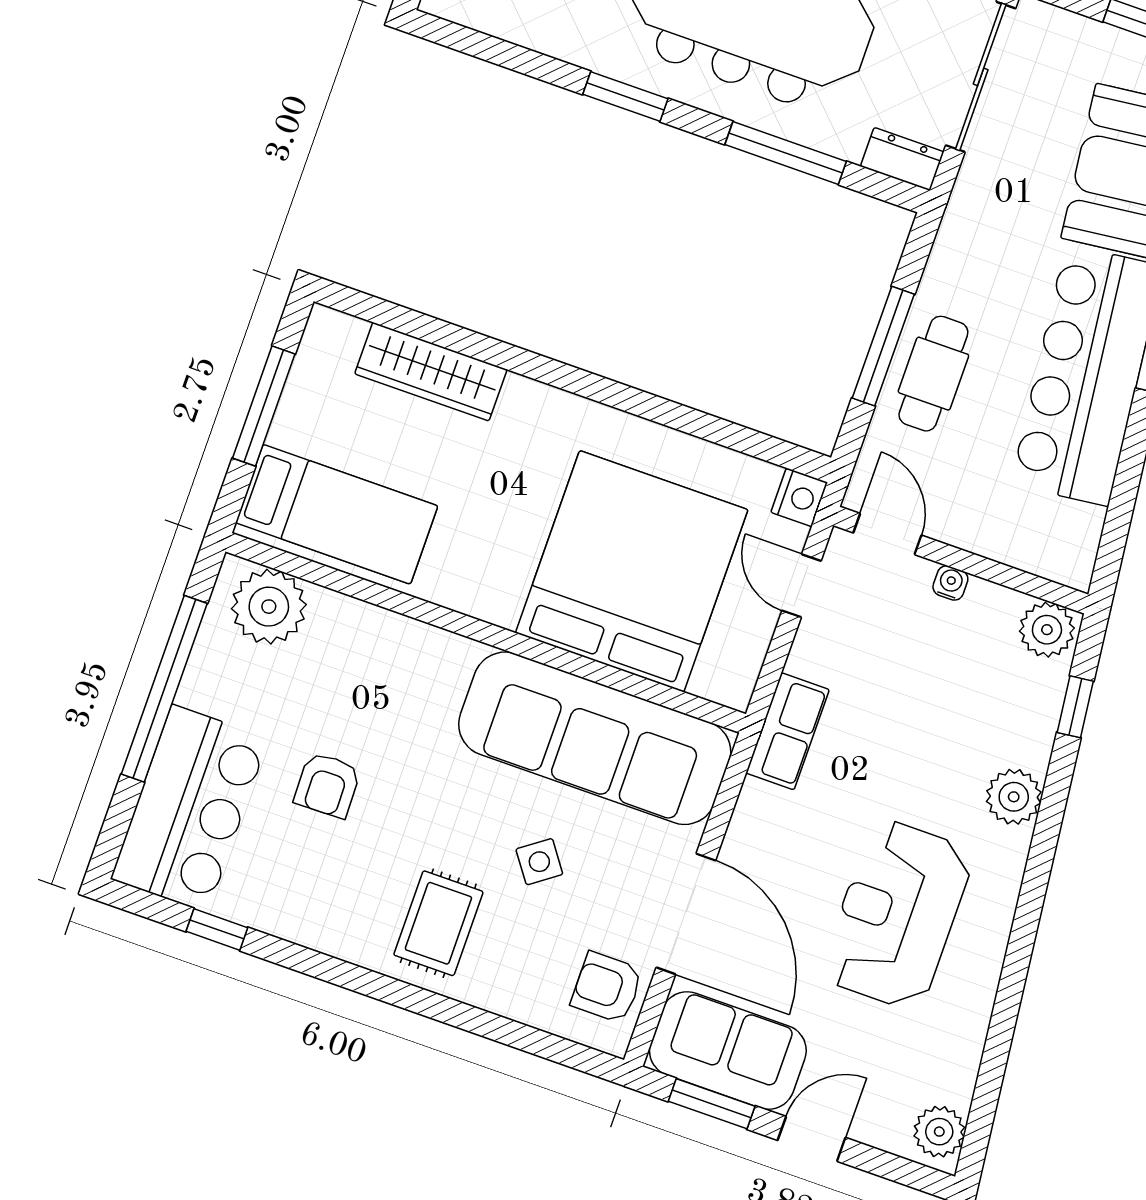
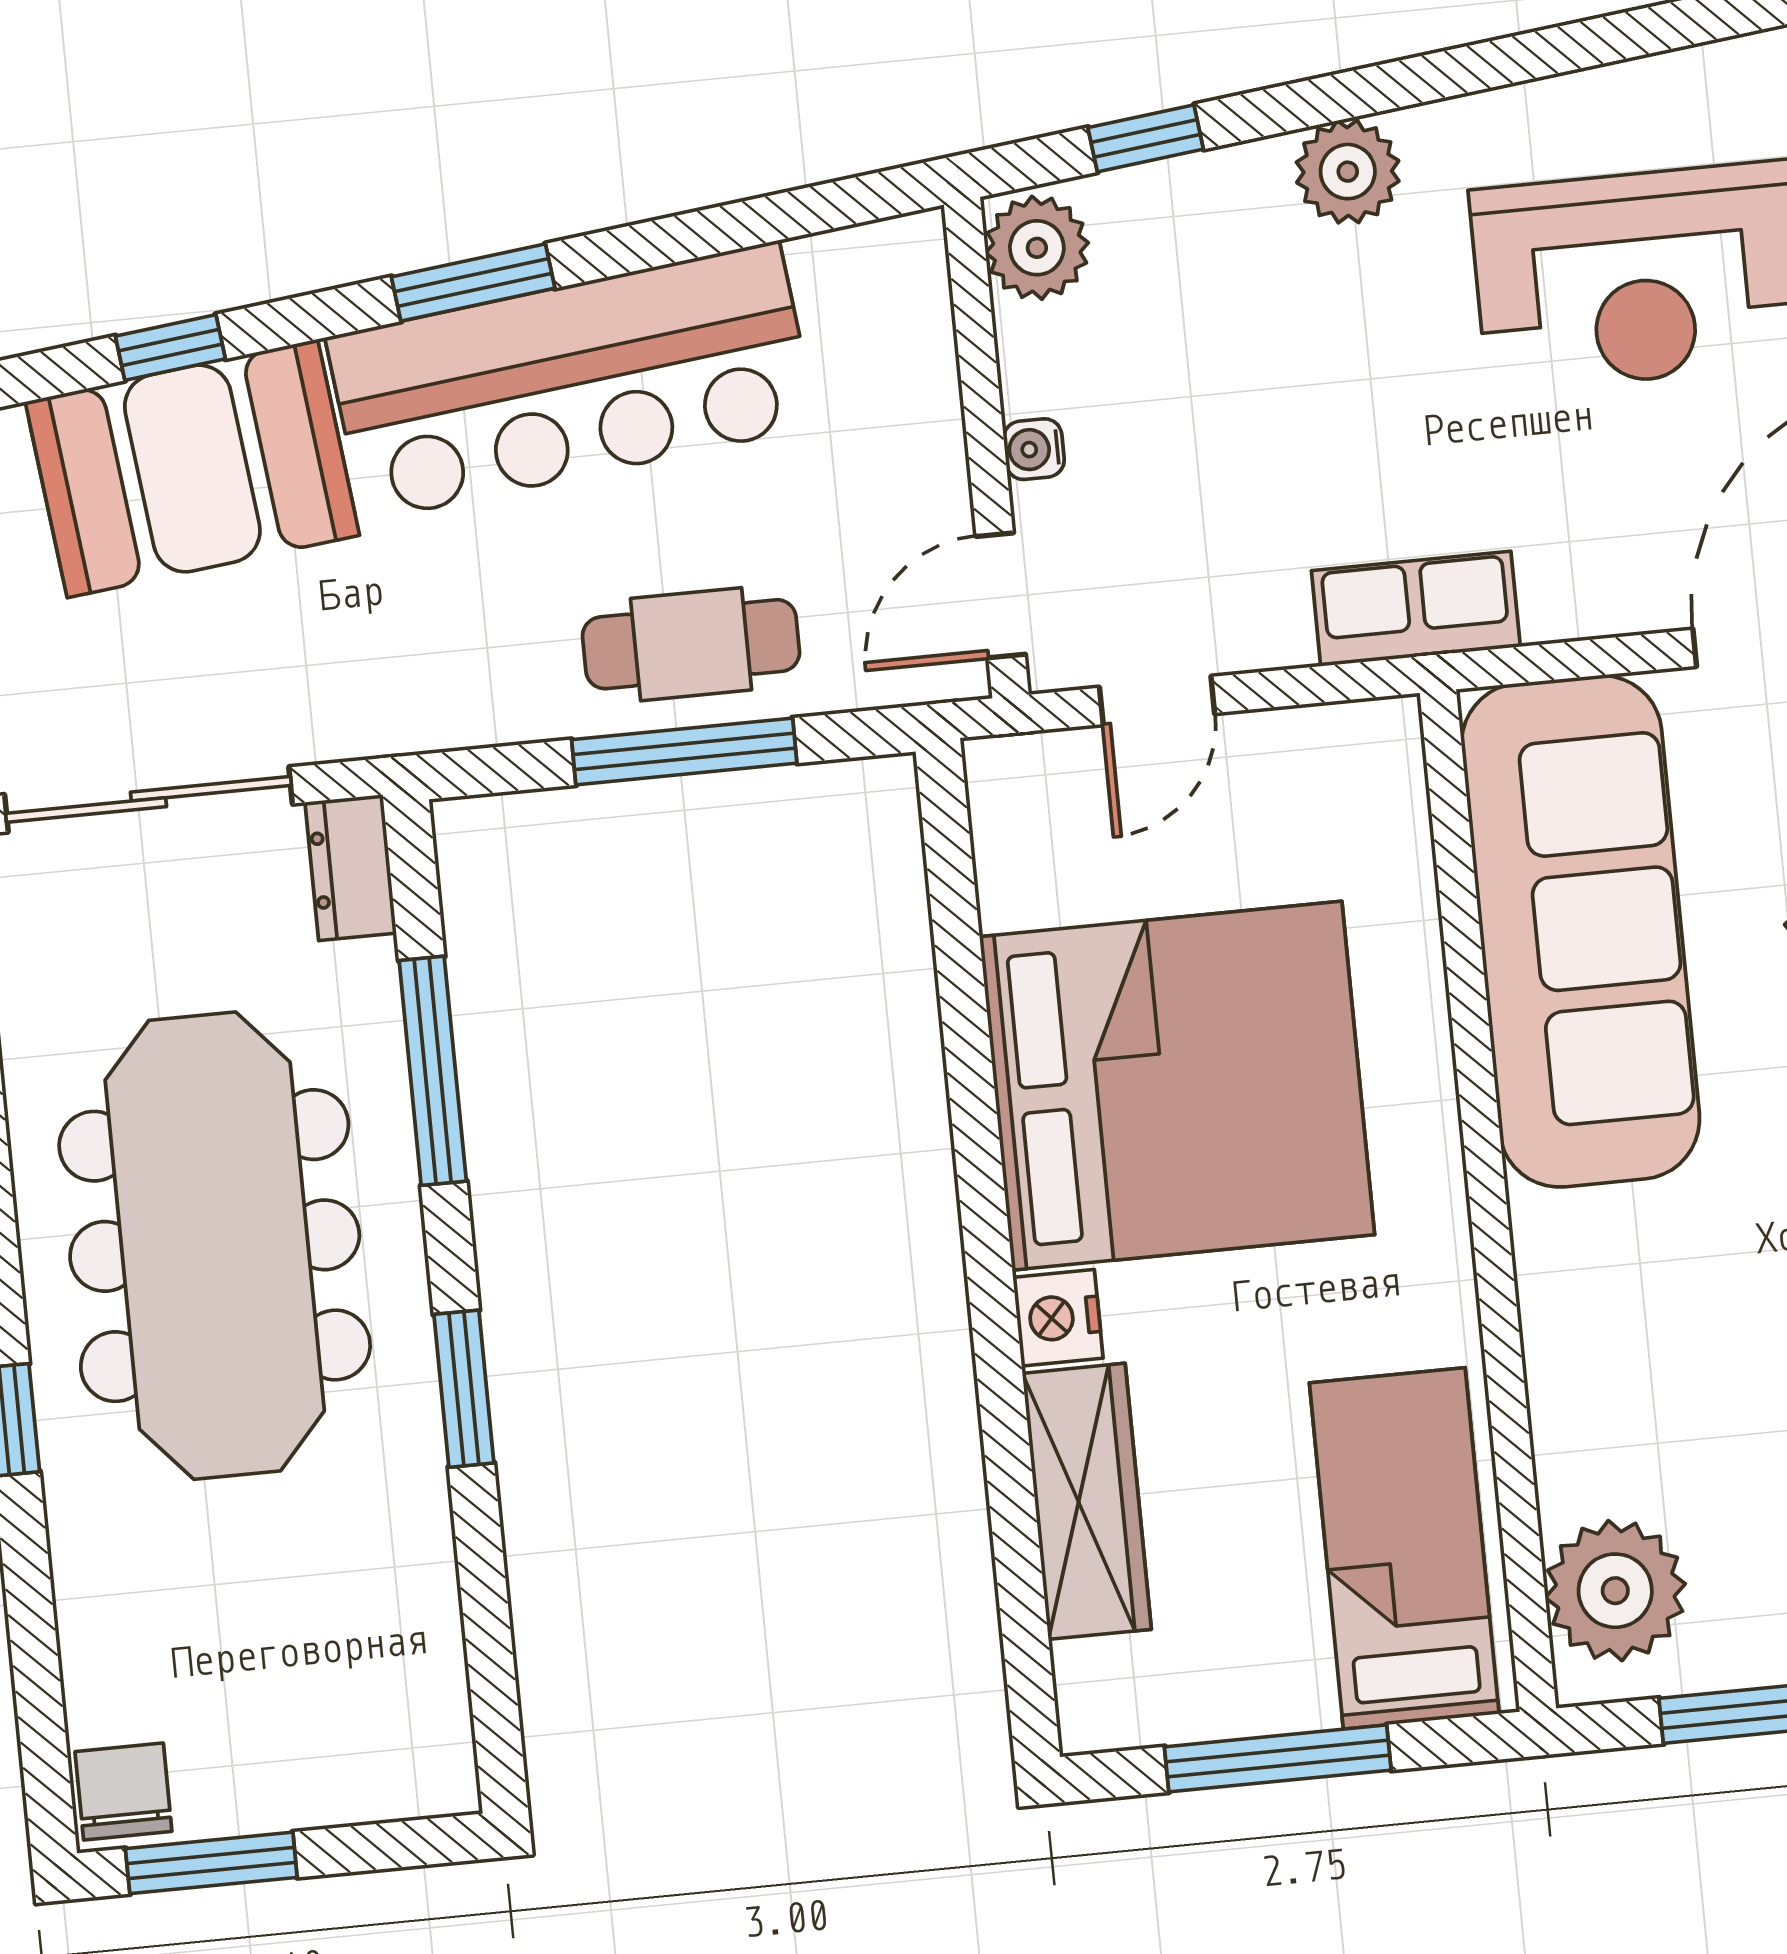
nightstand: (799, 497) -> (1058, 1318), moved, turned -90
bed: (632, 571) -> (1177, 1086), moved, turned 180

